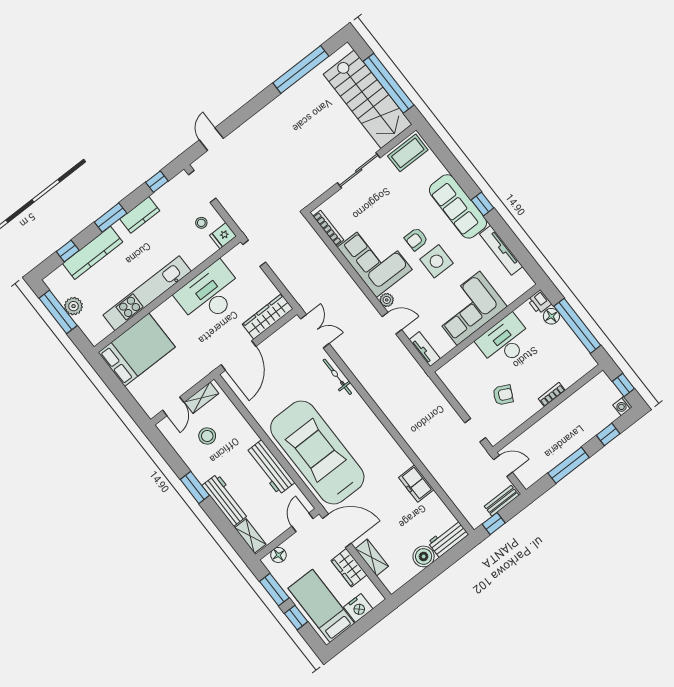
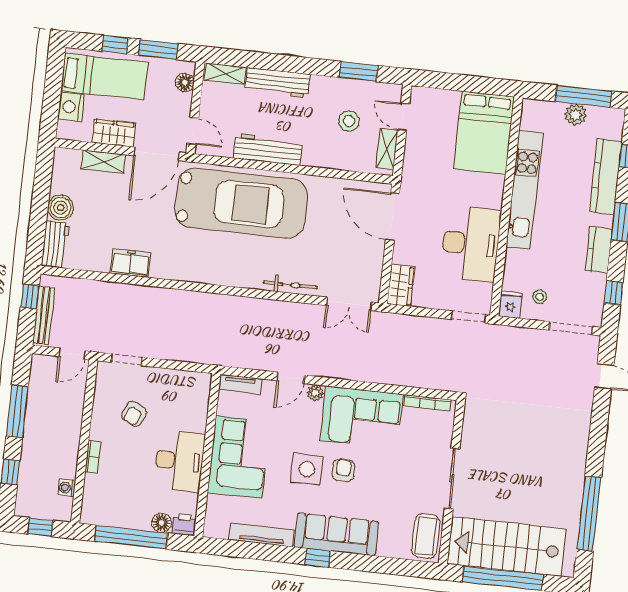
wardrobe: (268, 316) -> (401, 285), width x0.67
washing machine: (623, 406) -> (66, 488), moved, turned -90
window: (195, 487) -> (359, 72), moved
bench: (502, 501) -> (44, 315), width x1.36

